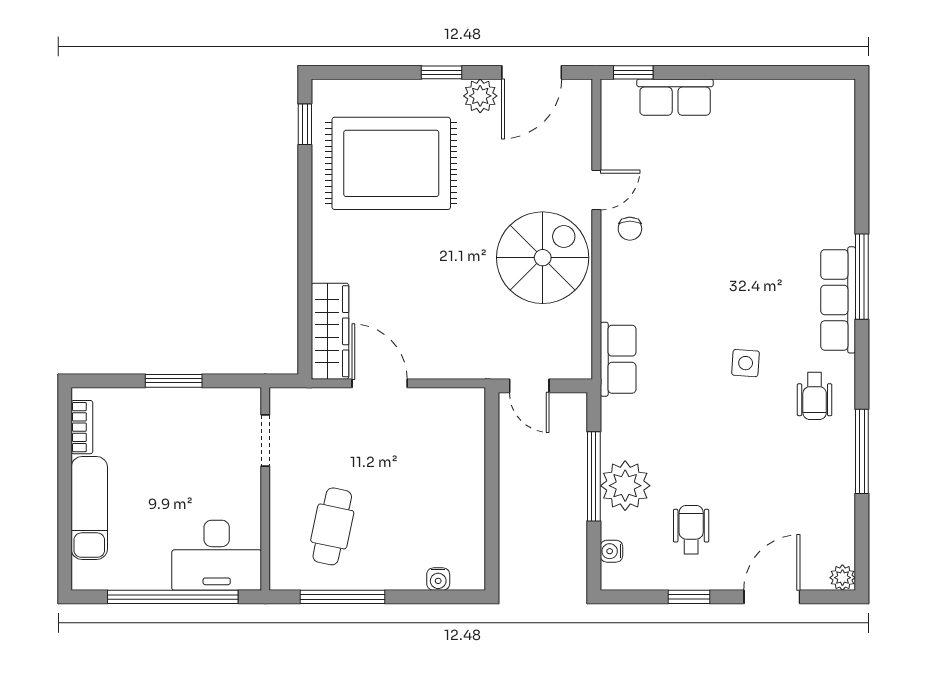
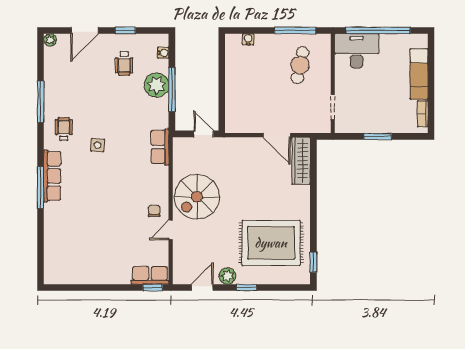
door: (532, 72) -> (202, 287), width x0.73
row of seats: (675, 97) -> (150, 275), moved

